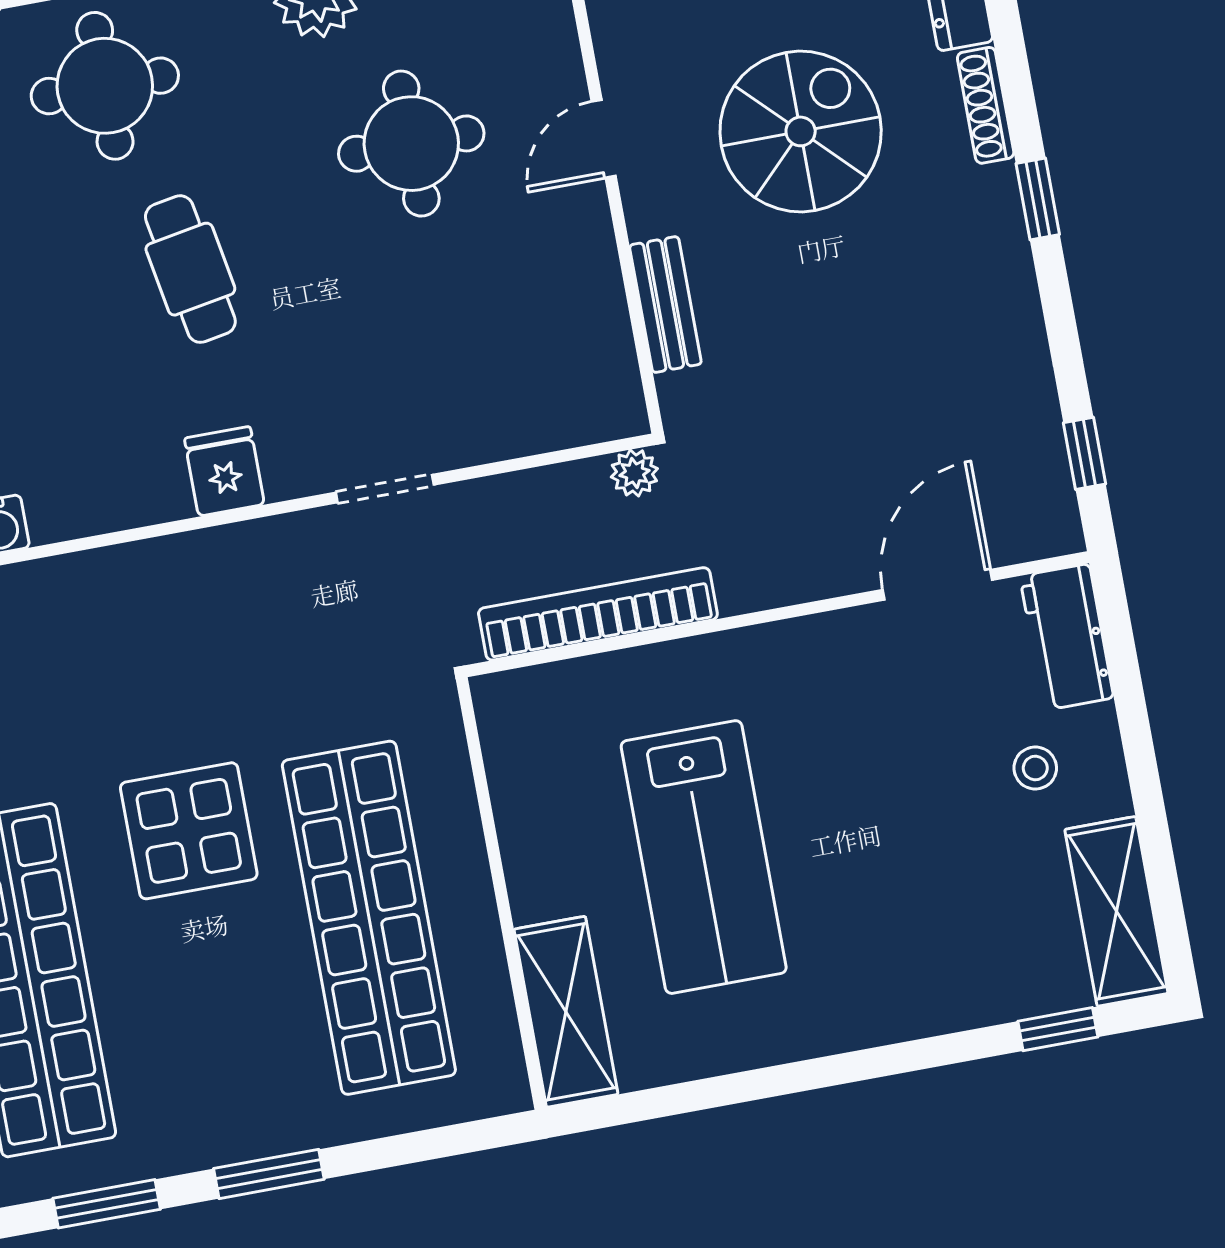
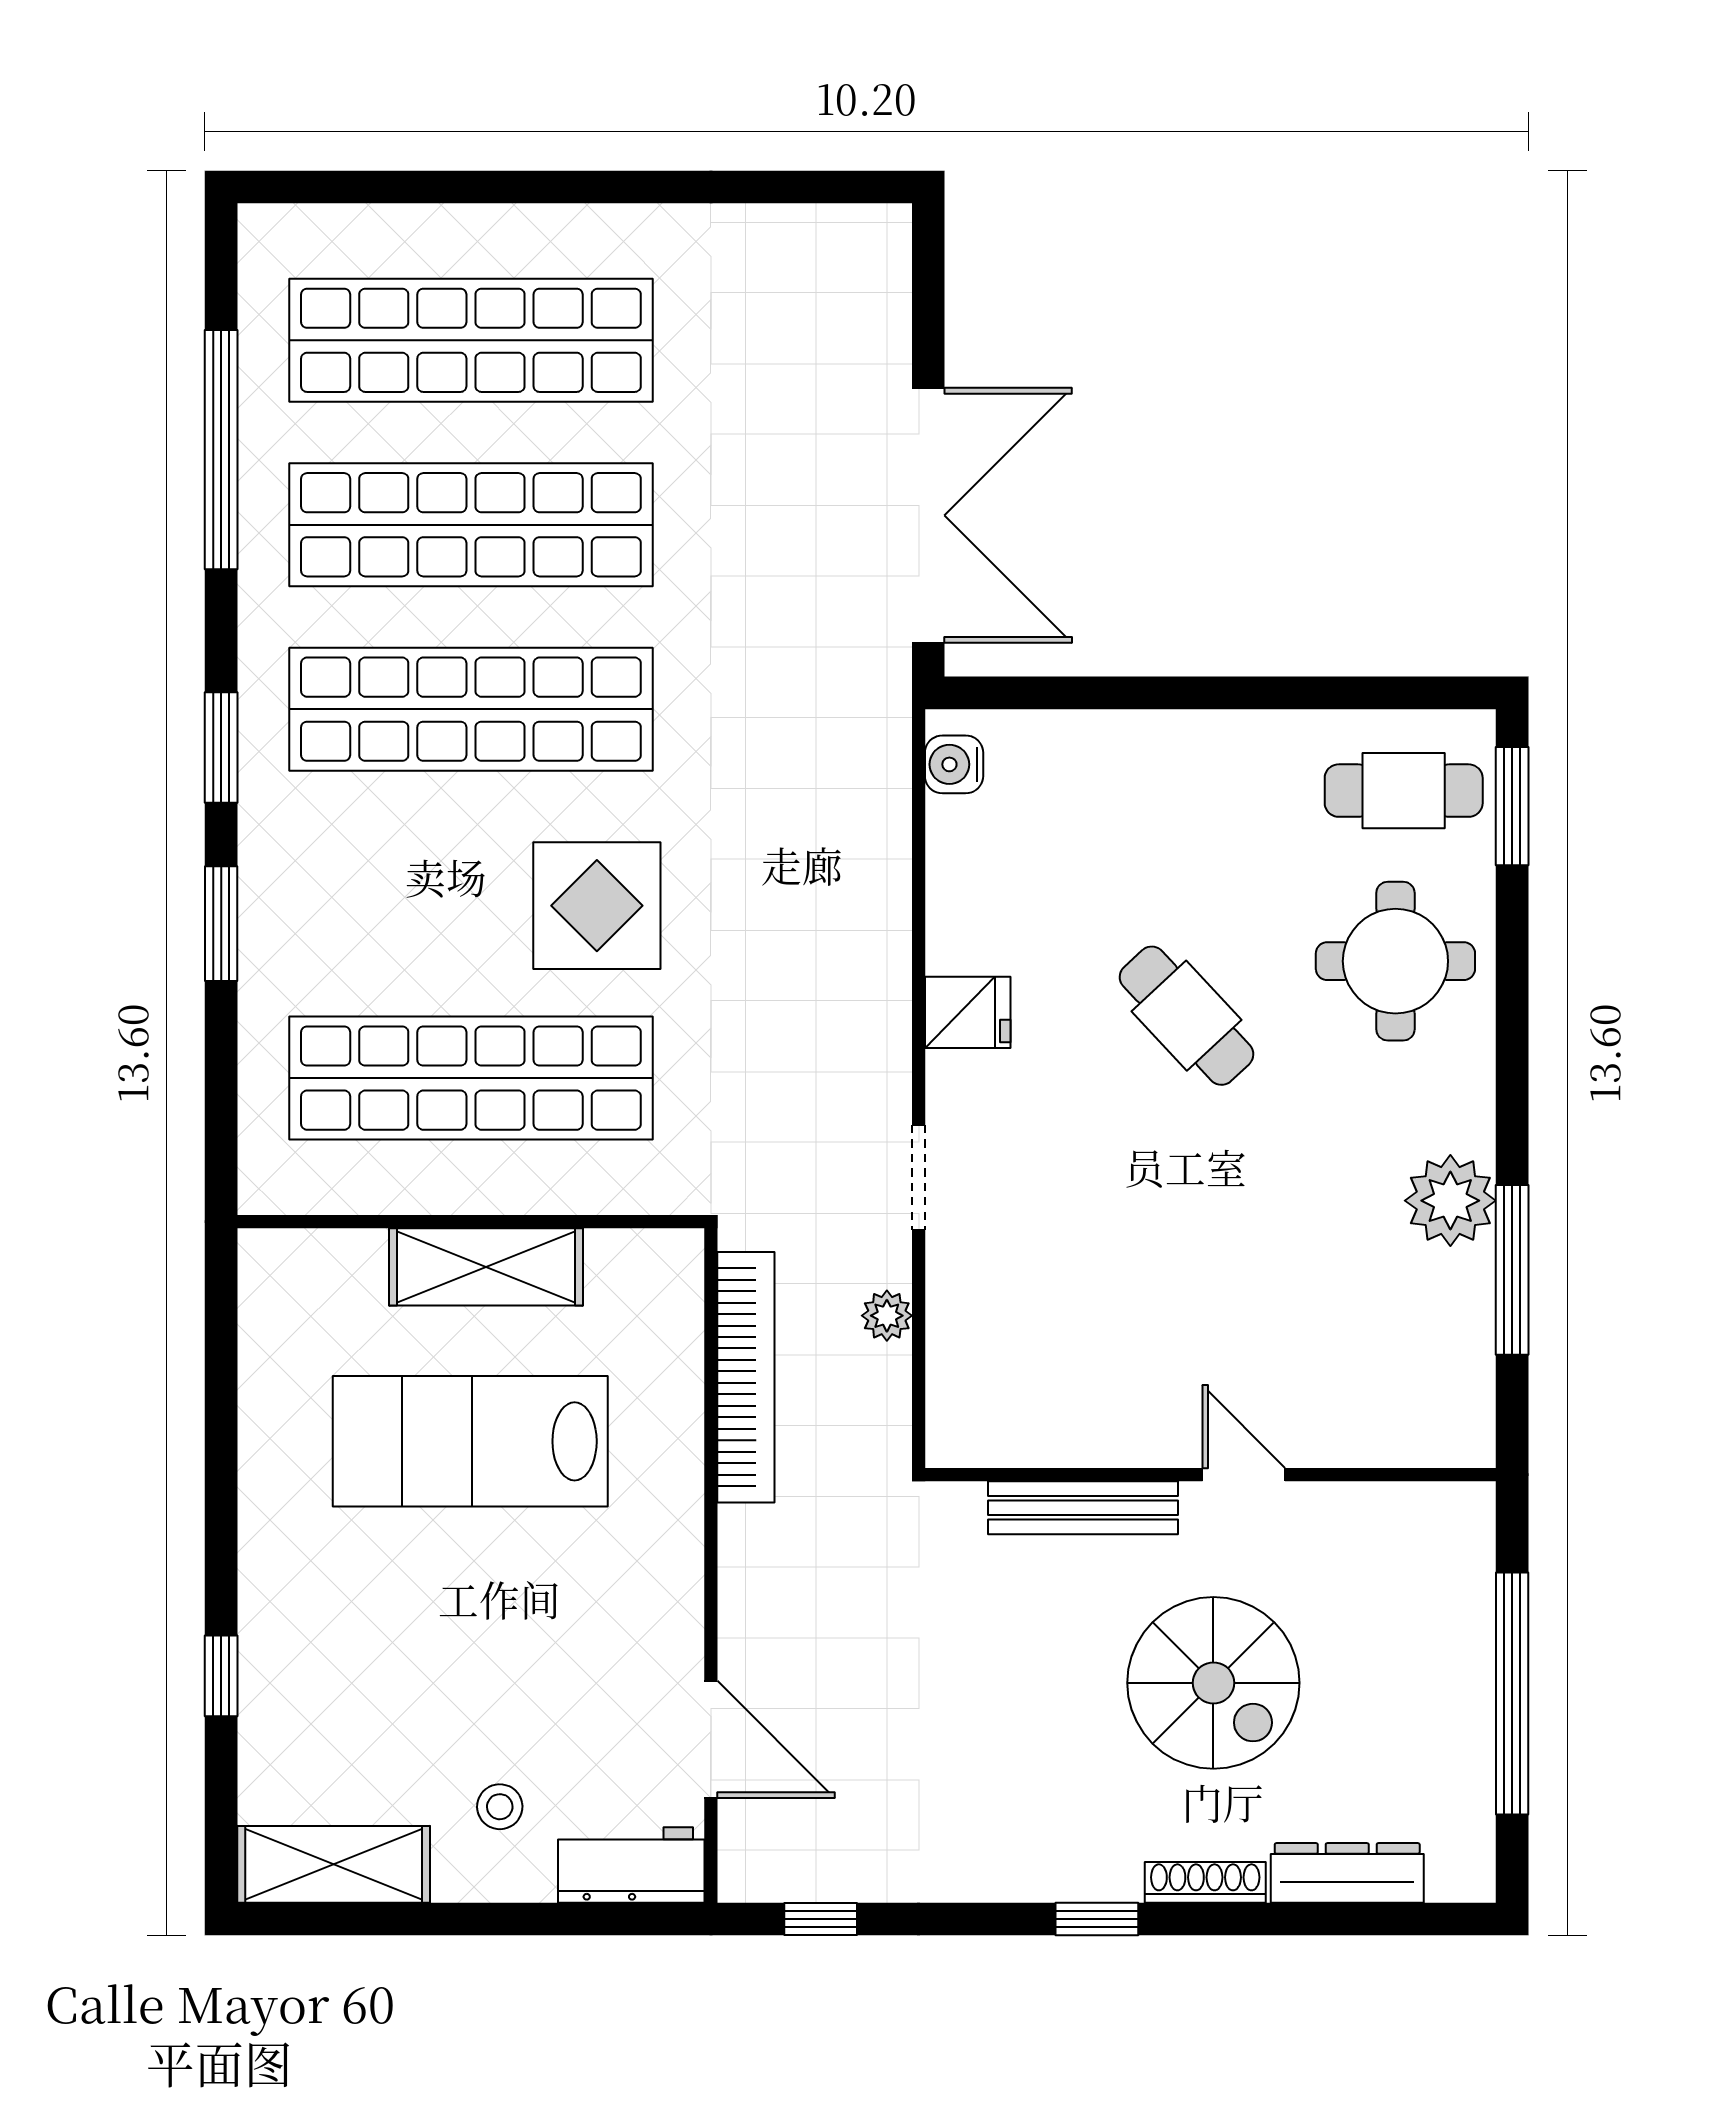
round table: (411, 144) -> (1276, 1272), removed
cafe table: (190, 269) -> (1187, 1016), turned 57
bench: (665, 305) -> (1083, 1508), width x1.36
plant: (634, 473) -> (887, 1316), moved
shelving: (566, 1012) -> (486, 1267), moved
window: (1058, 1029) -> (221, 1676), moved

